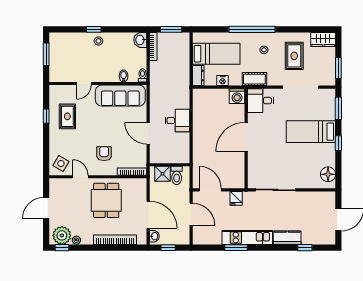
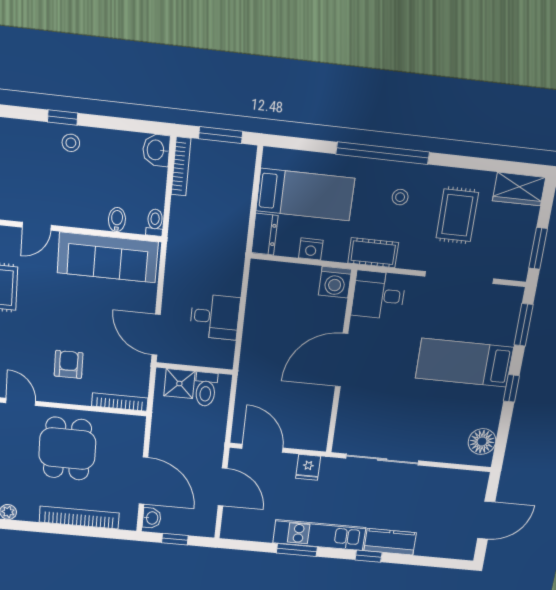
wall: (170, 165) -> (194, 368), moved
shower: (163, 174) -> (179, 384), moved
toilet: (177, 175) -> (206, 389), moved
window: (305, 248) -> (369, 556), moved

